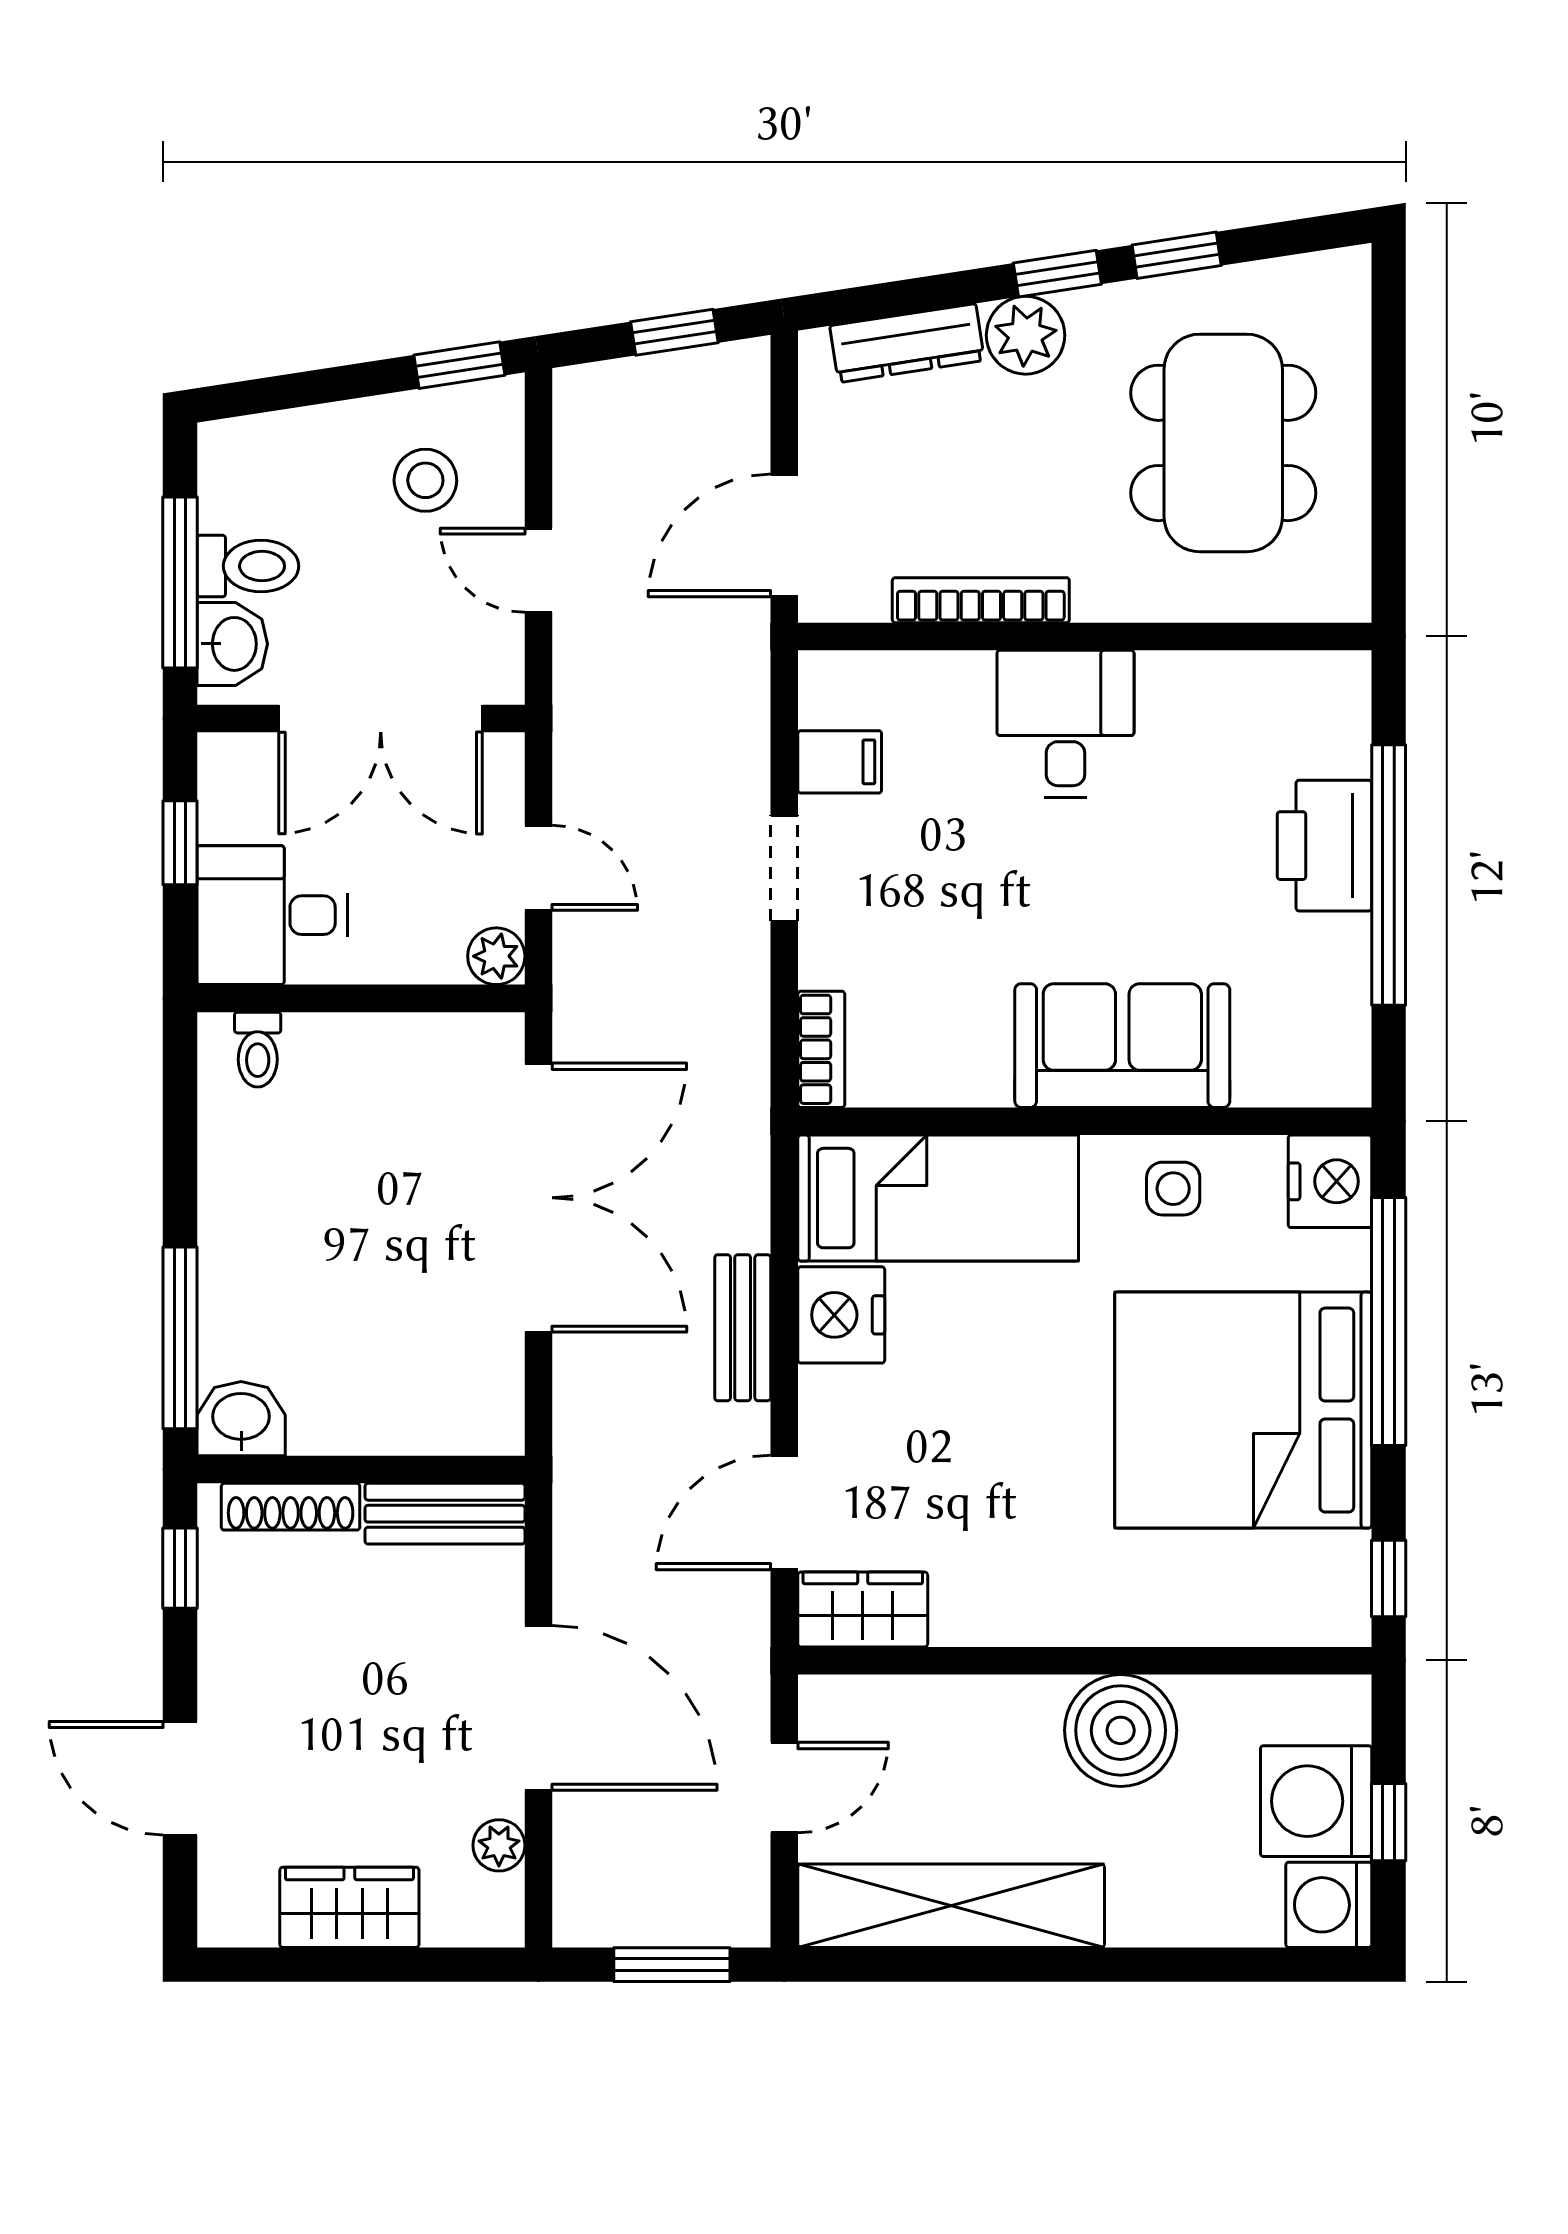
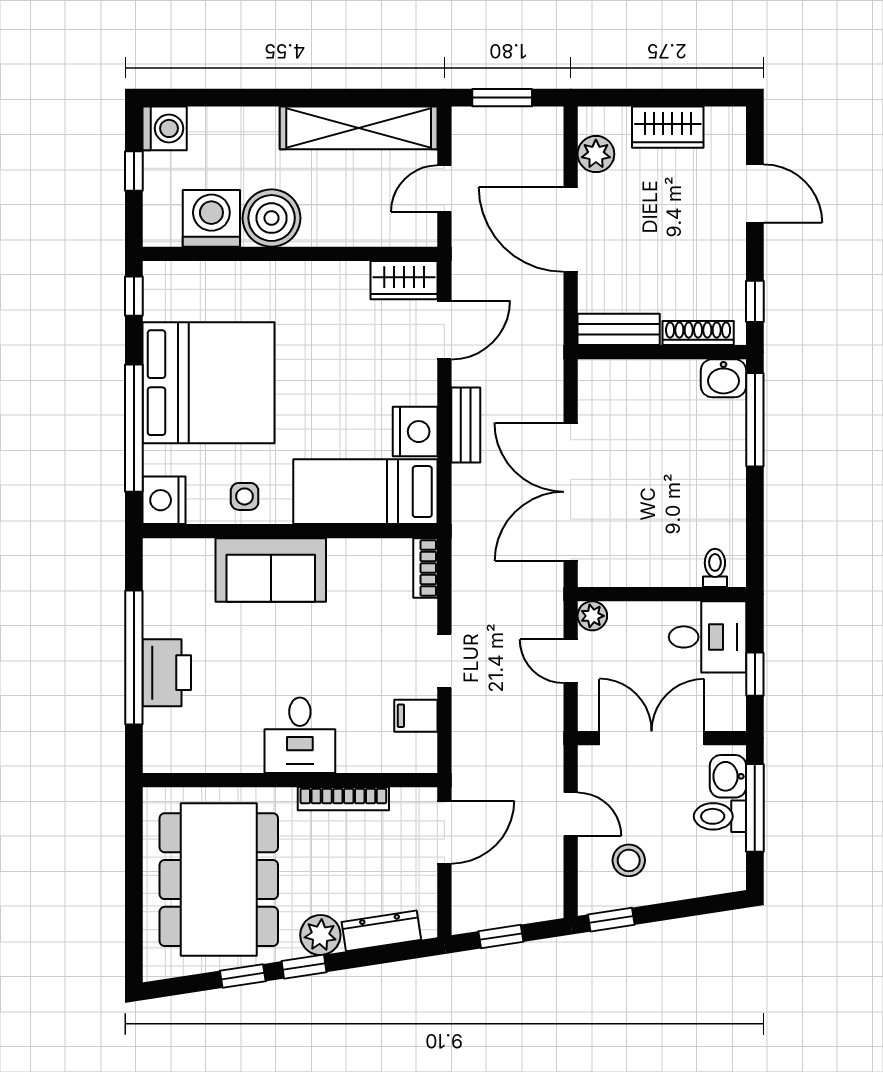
dining table: (1223, 443) -> (219, 880), width x1.36, depth x1.24
washing machine: (1316, 1801) -> (211, 218), moved, turned -90
plant: (499, 1845) -> (596, 154), width x1.38, depth x1.38

